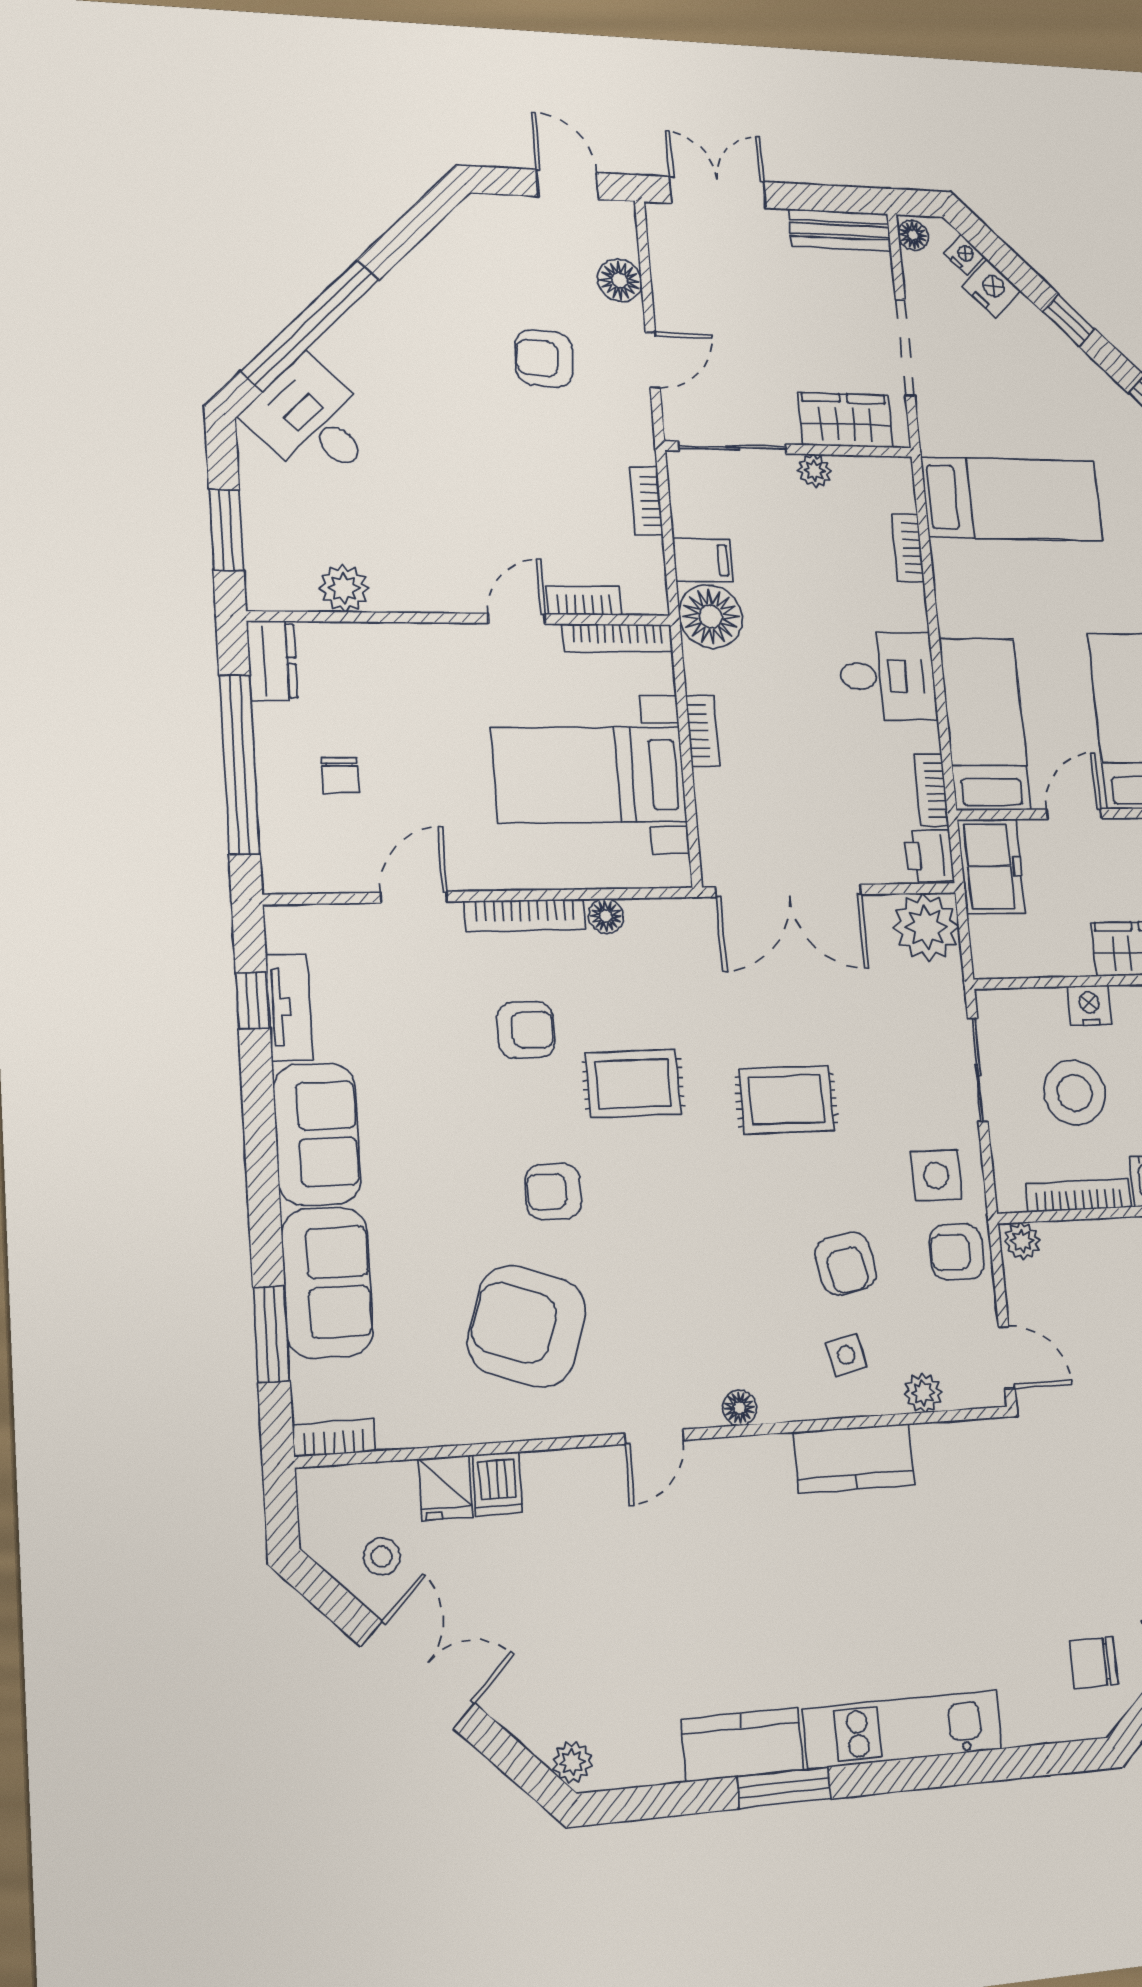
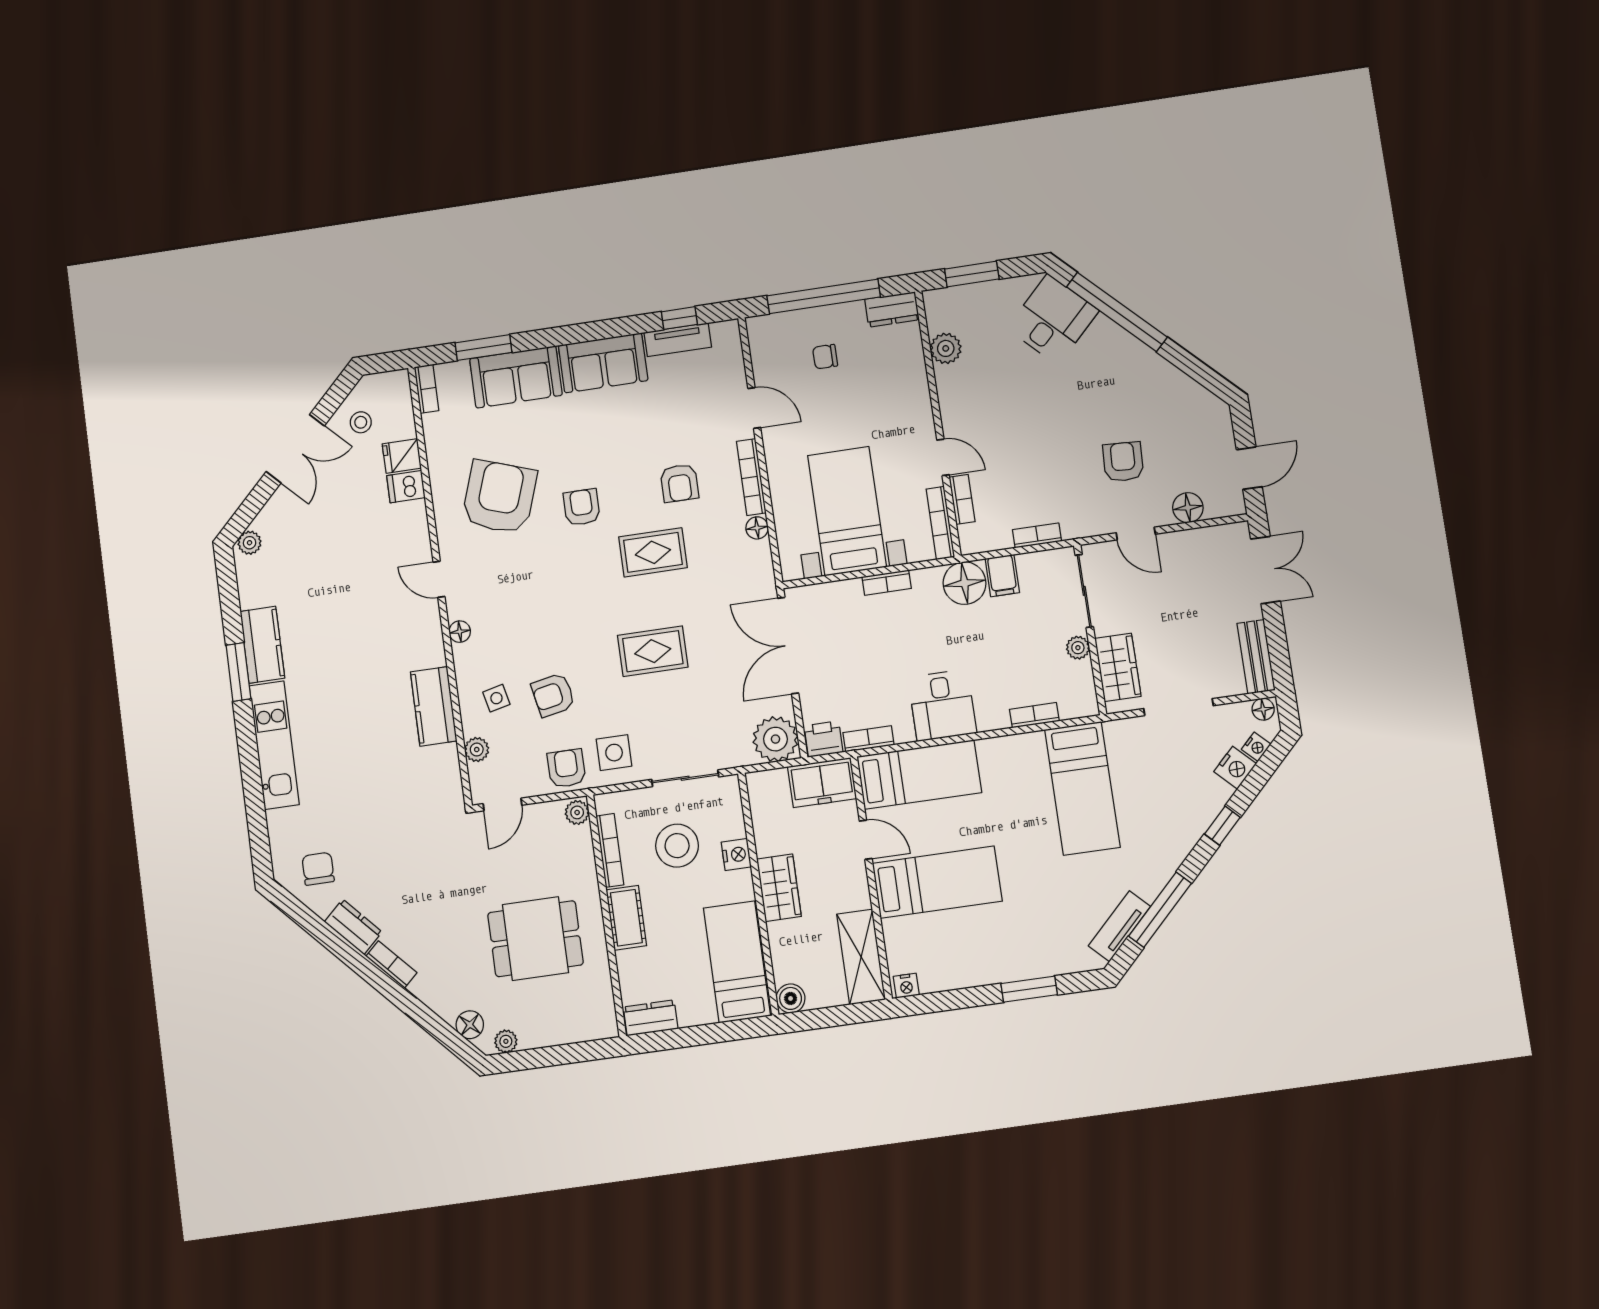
rug: (633, 1084) -> (653, 552), turned 90
rug: (787, 1100) -> (653, 651), turned 90

